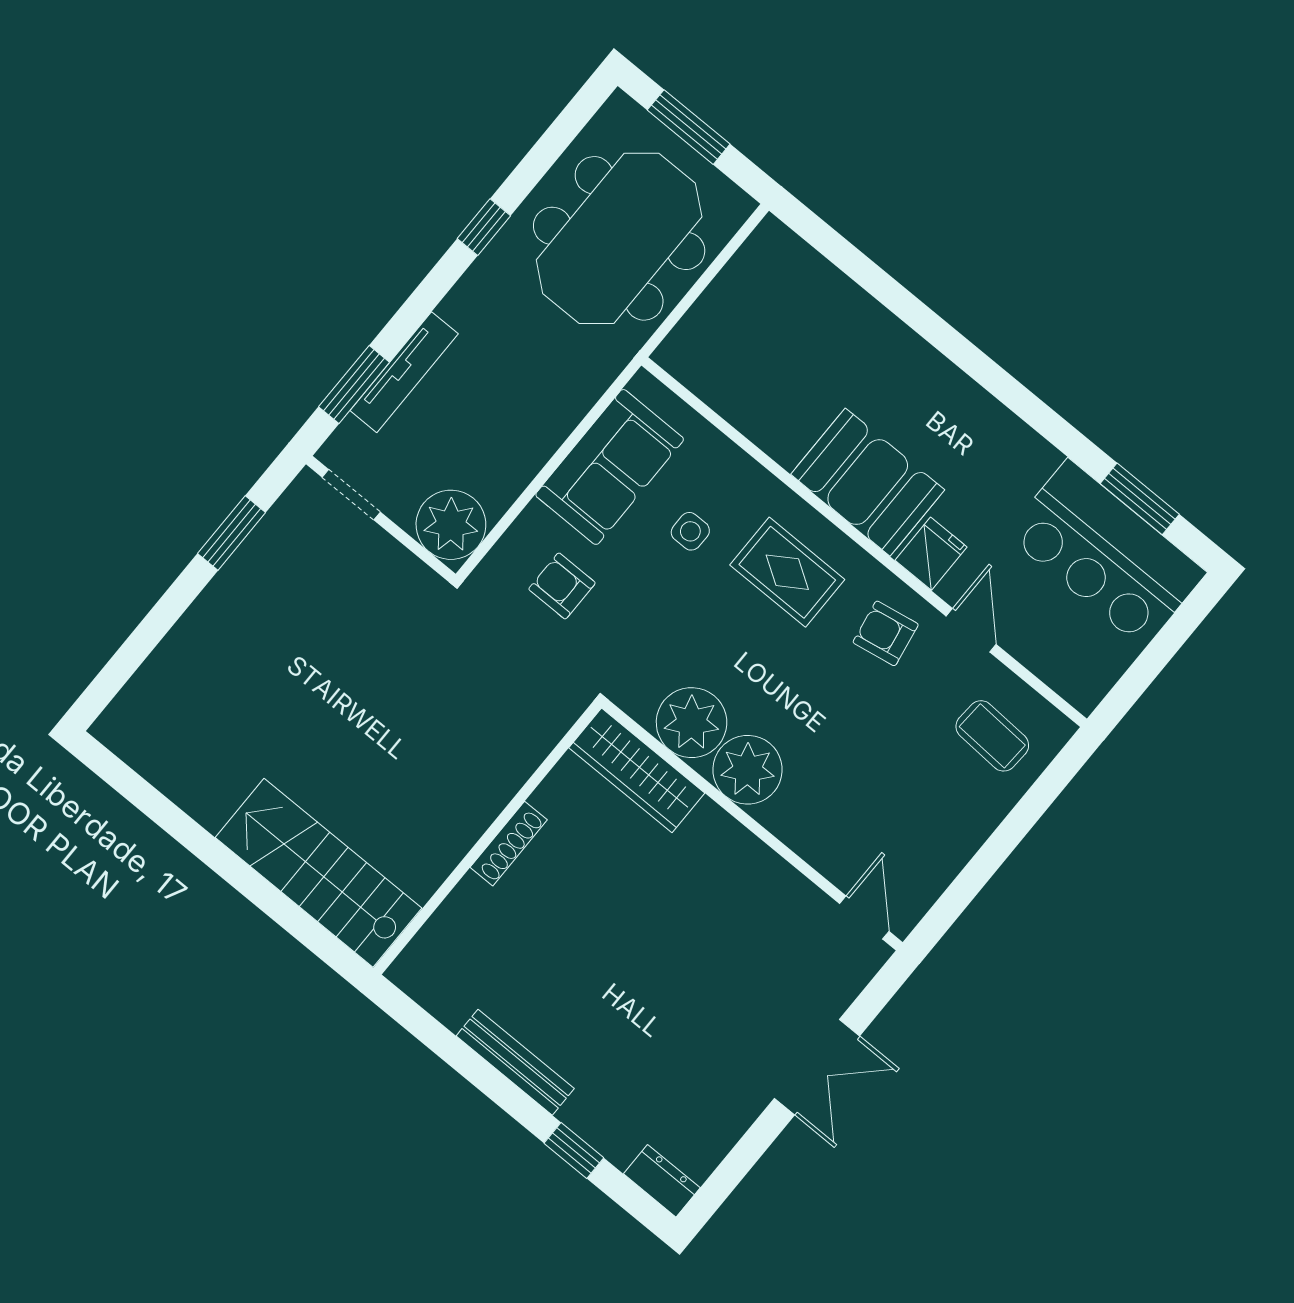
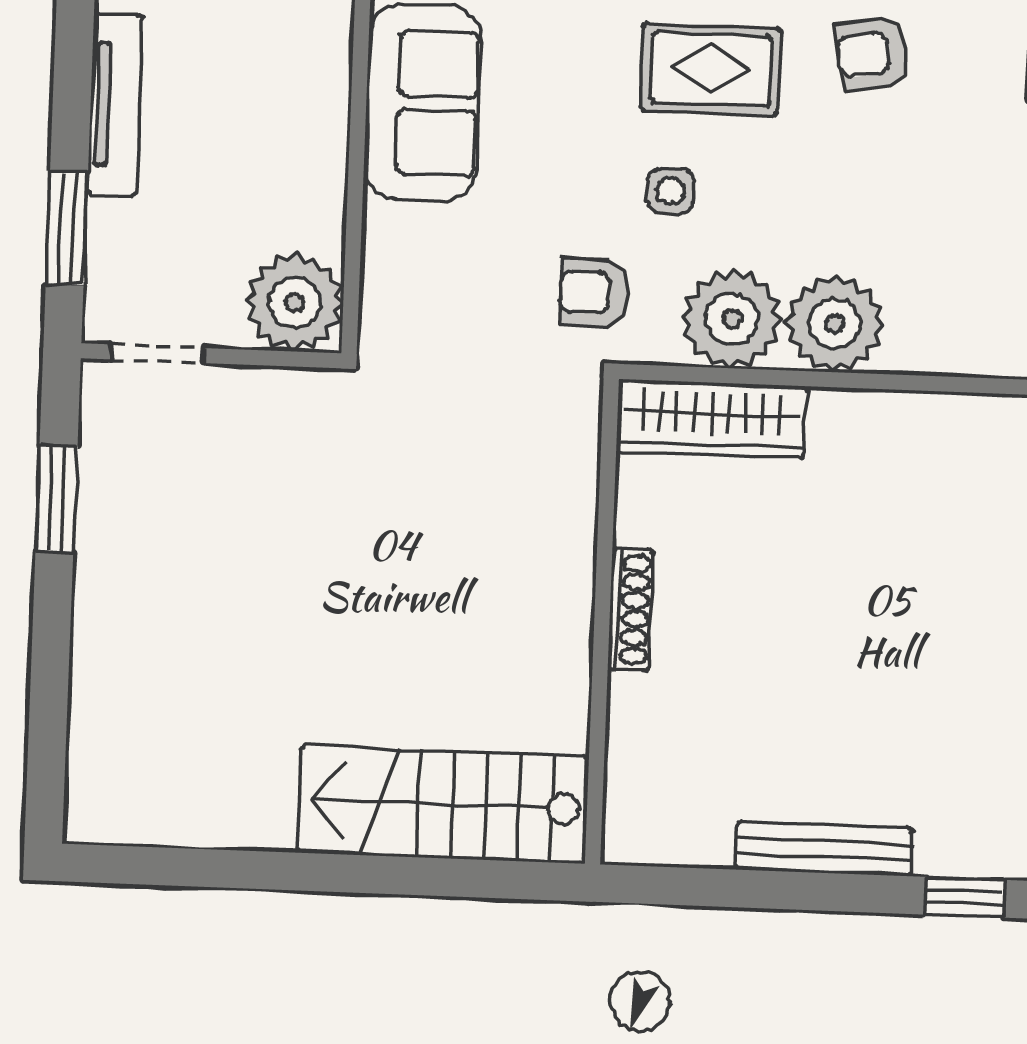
tv unit: (404, 372) -> (115, 105), moved
side table: (690, 531) -> (671, 191), moved
armchair: (562, 586) -> (594, 292), moved

